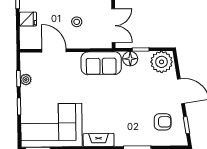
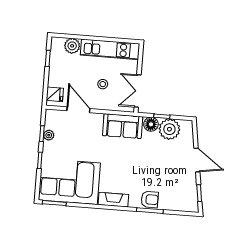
fridge: (28, 19) -> (55, 94), moved
double door: (113, 26) -> (138, 91), swing flipped
plant: (162, 62) -> (169, 129), moved
armchair: (163, 122) -> (150, 199), moved

